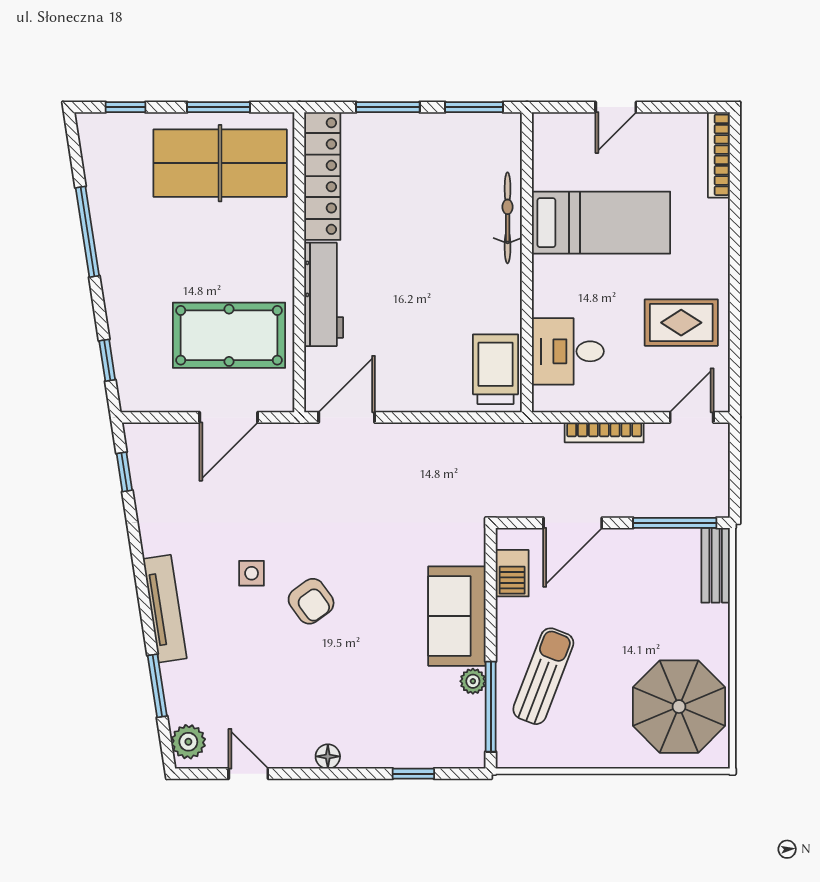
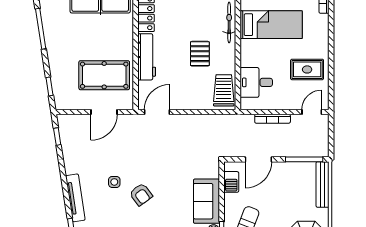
pallet: (442, 287) -> (200, 54), added
bench: (716, 565) -> (322, 184), width x1.36

